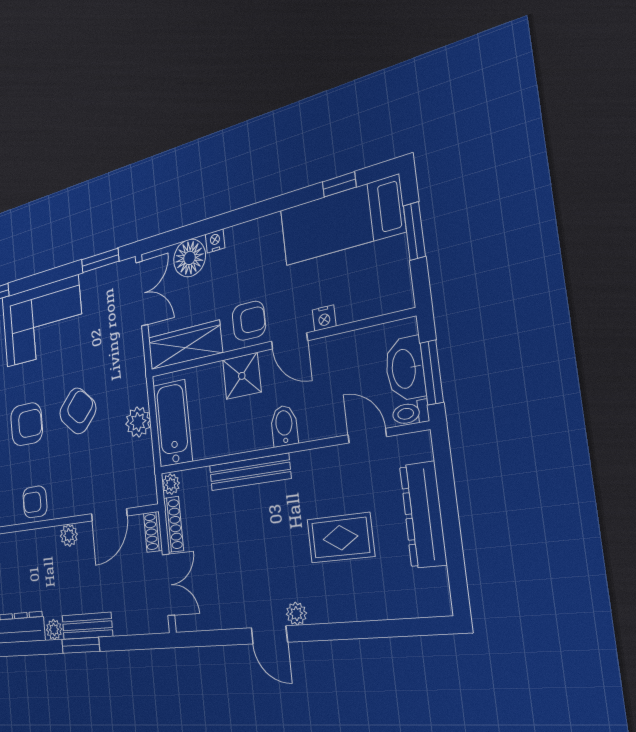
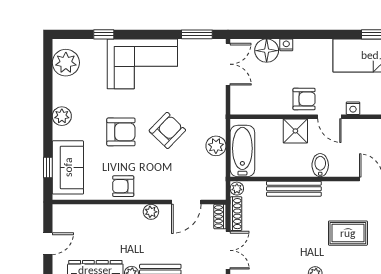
wardrobe: (185, 345) -> (257, 104), removed

